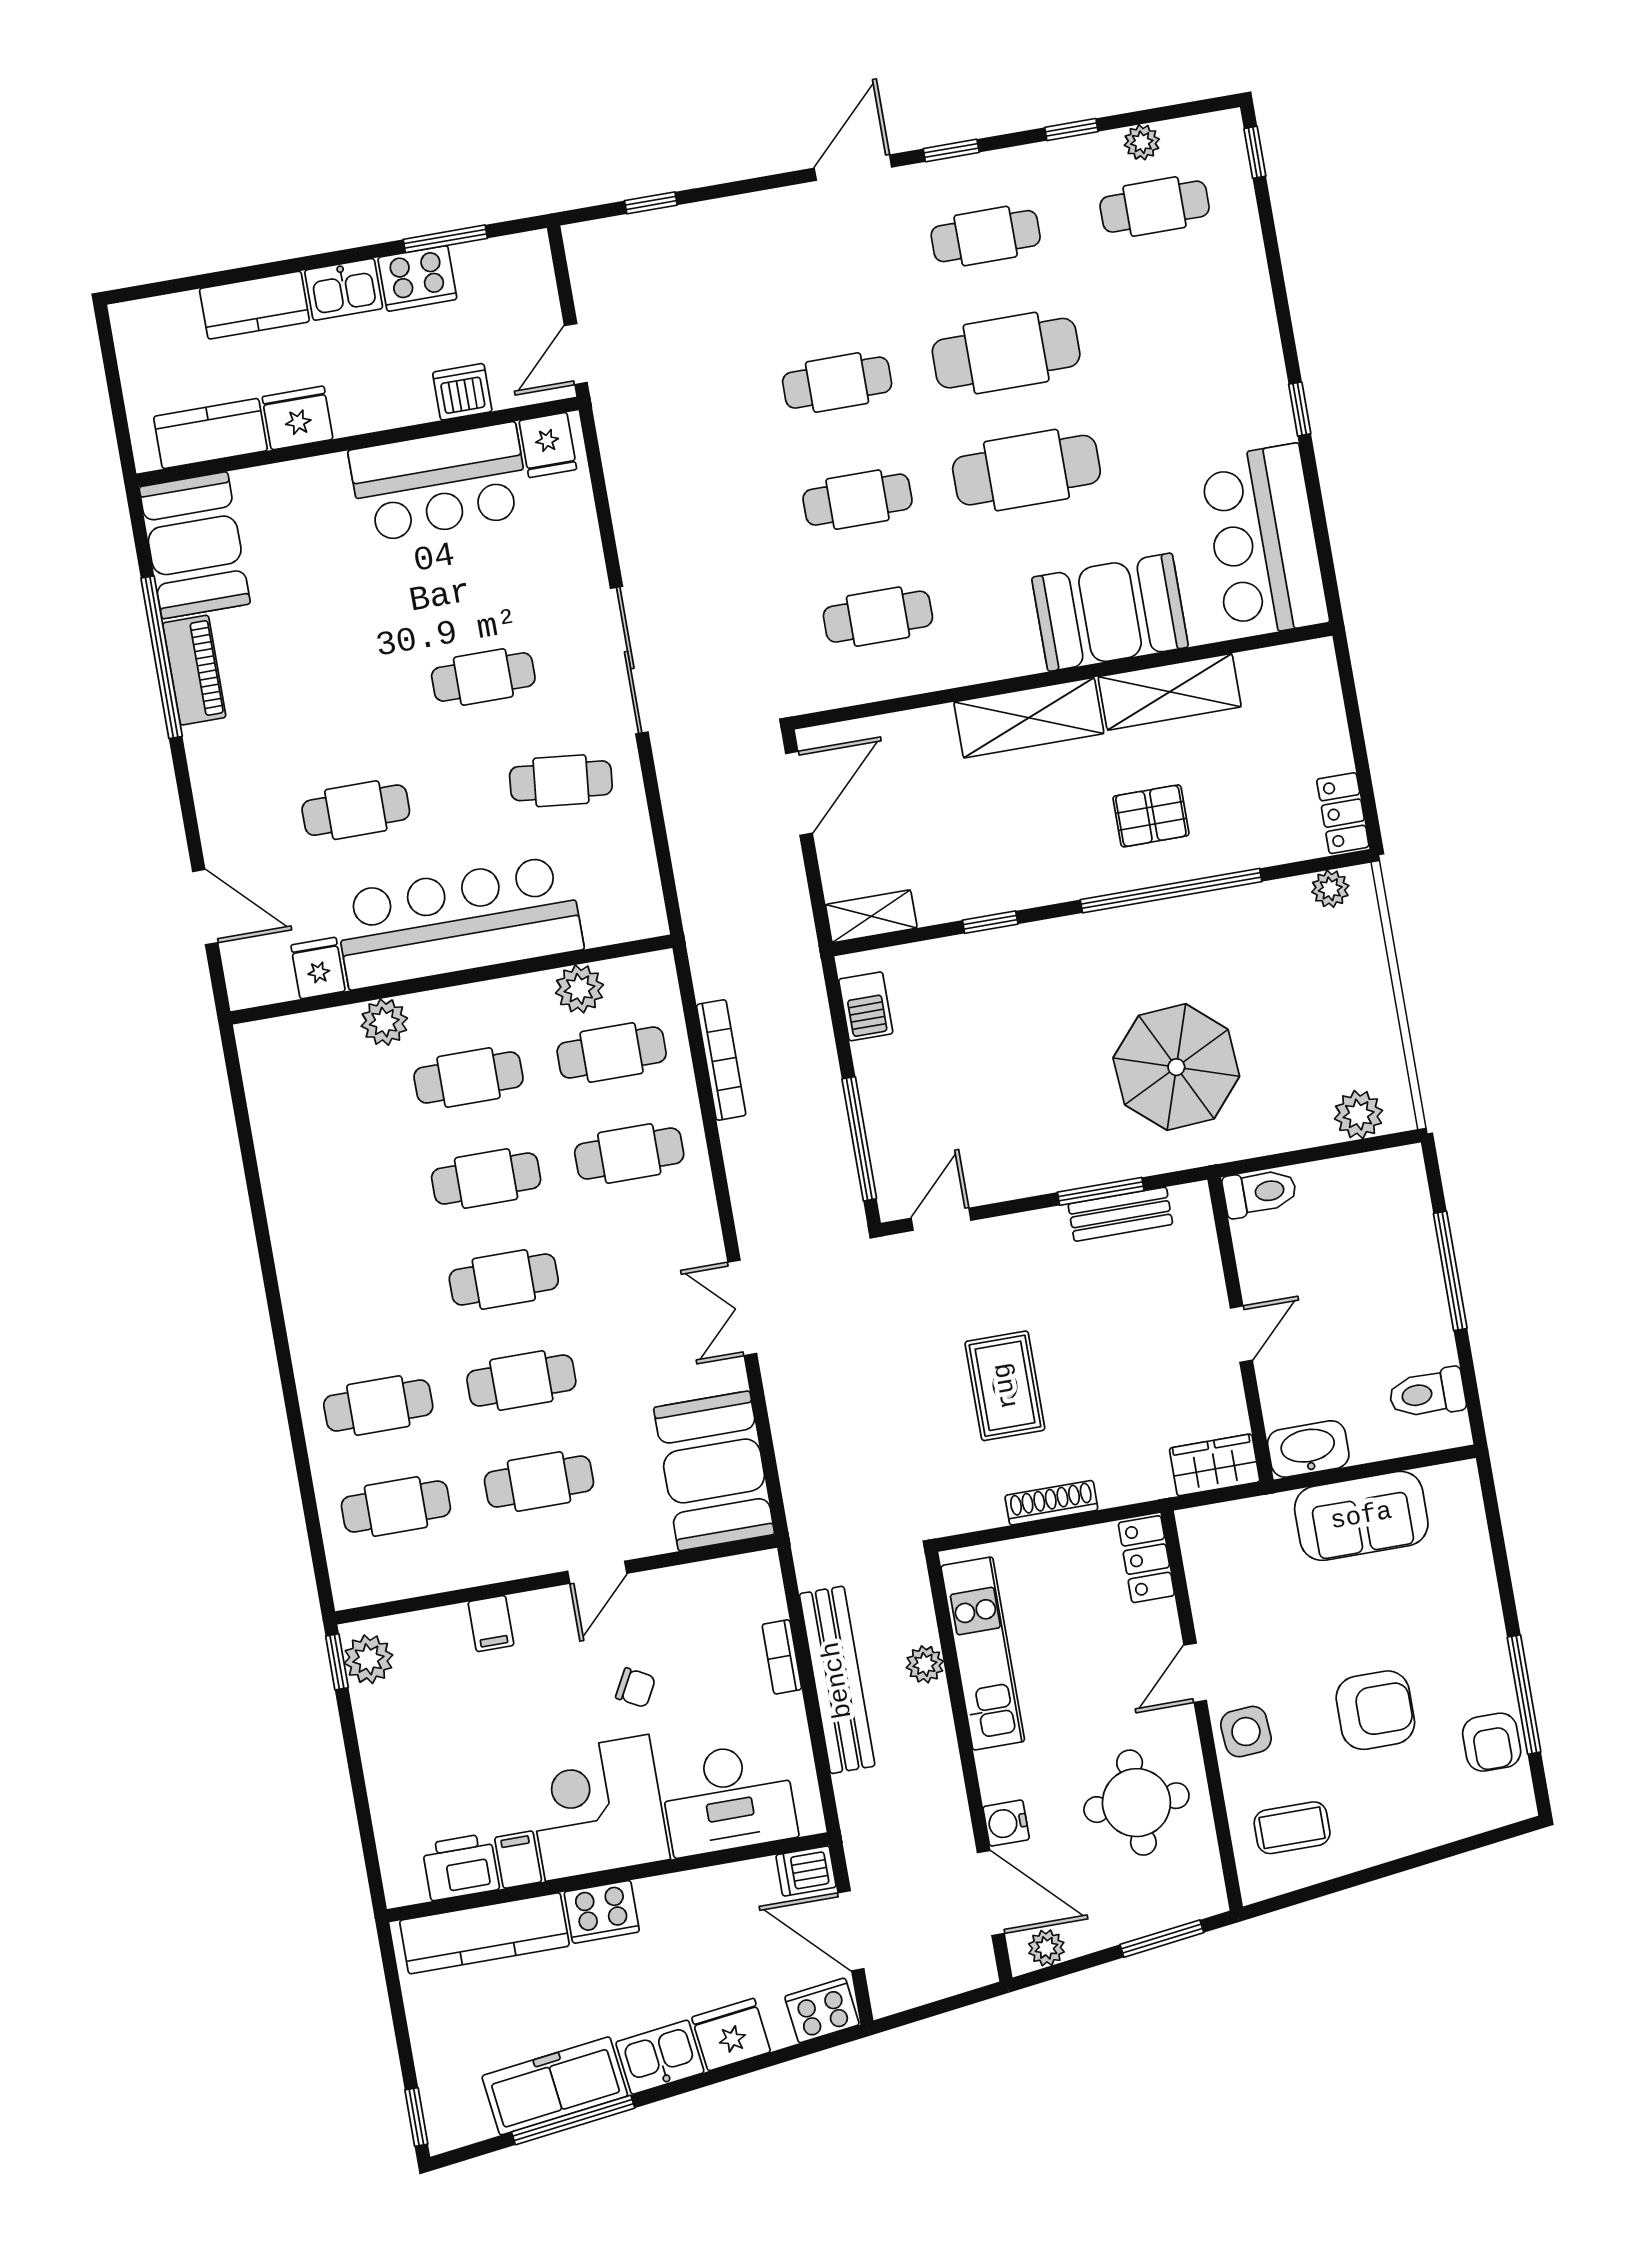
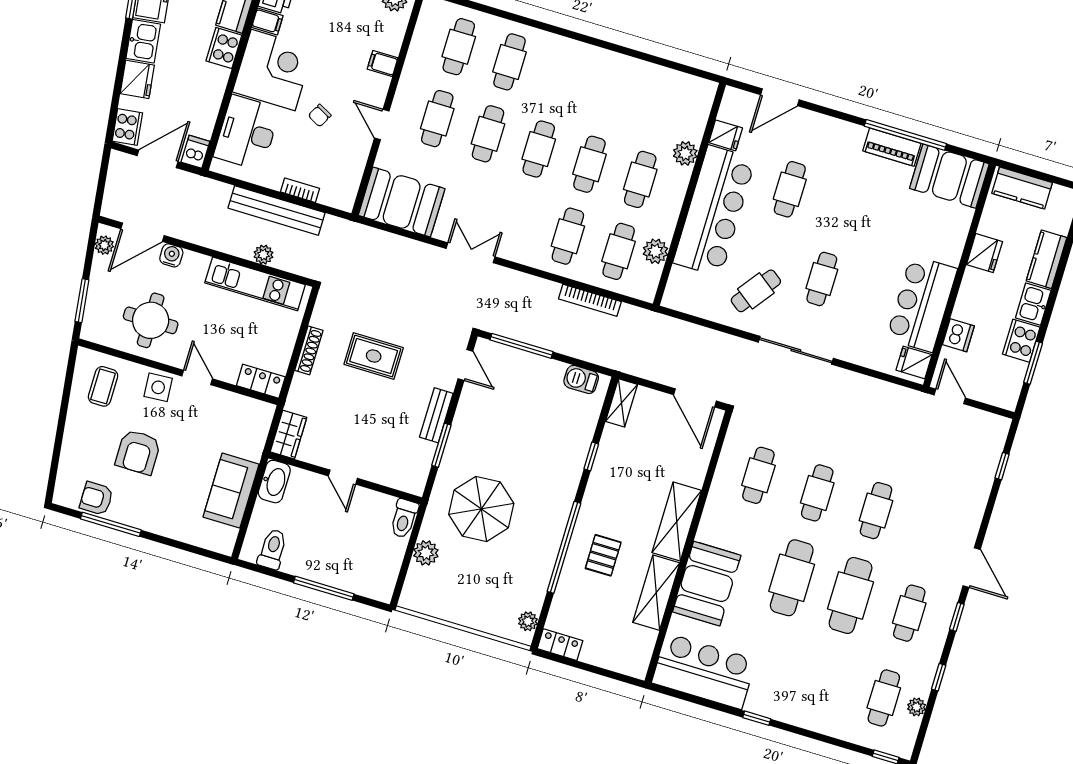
kitchen counter: (210, 434) -> (1022, 188), moved, turned 90
cafe table: (561, 781) -> (756, 291), turned 31
plant: (1359, 1115) -> (426, 553), moved
bench: (1120, 1214) -> (436, 415), moved

